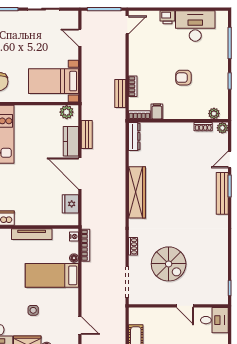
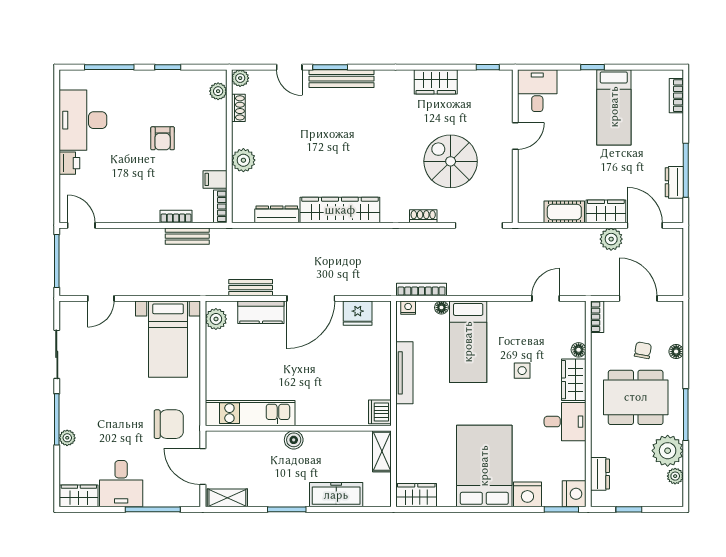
plant: (169, 130) -> (243, 160), added
dresser: (134, 136) -> (277, 214), moved
wardrobe: (220, 254) -> (436, 82), added
spiral stairs: (169, 264) -> (451, 161), turned -90

